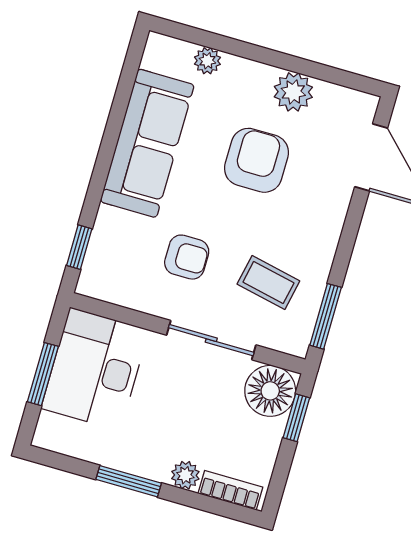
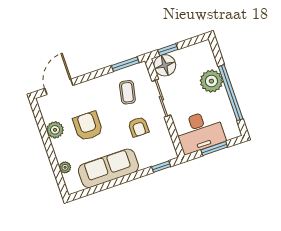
armchair: (256, 160) -> (88, 126), turned 90
armchair: (187, 257) -> (138, 127), turned 180
plant: (185, 475) -> (211, 81), width x1.87, depth x1.87
window: (129, 481) -> (231, 93), width x2.11
bookcase: (230, 490) -> (209, 55), removed

